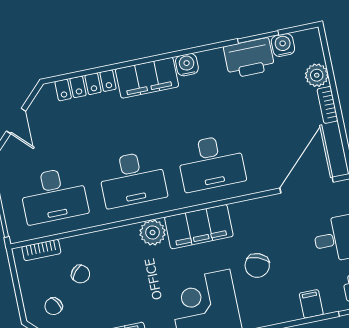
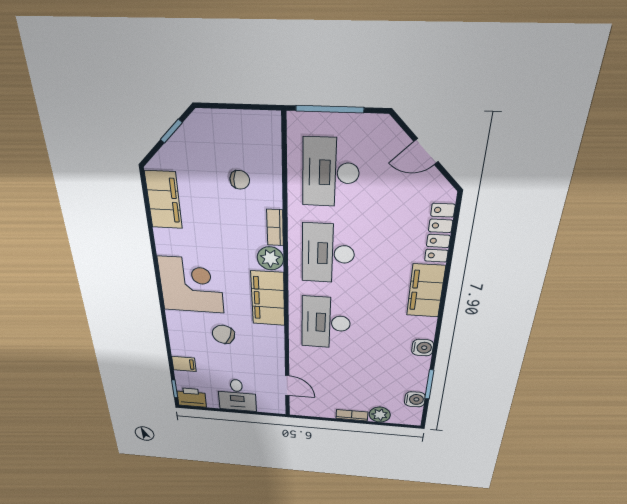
printer: (249, 58) -> (413, 374), removed
water cooler: (187, 65) -> (423, 348), moved
door: (307, 185) -> (287, 386), width x0.53
bookcase: (41, 250) -> (275, 228), moved
chair: (81, 274) -> (240, 180), turned -127
chair: (54, 306) -> (209, 143), removed

